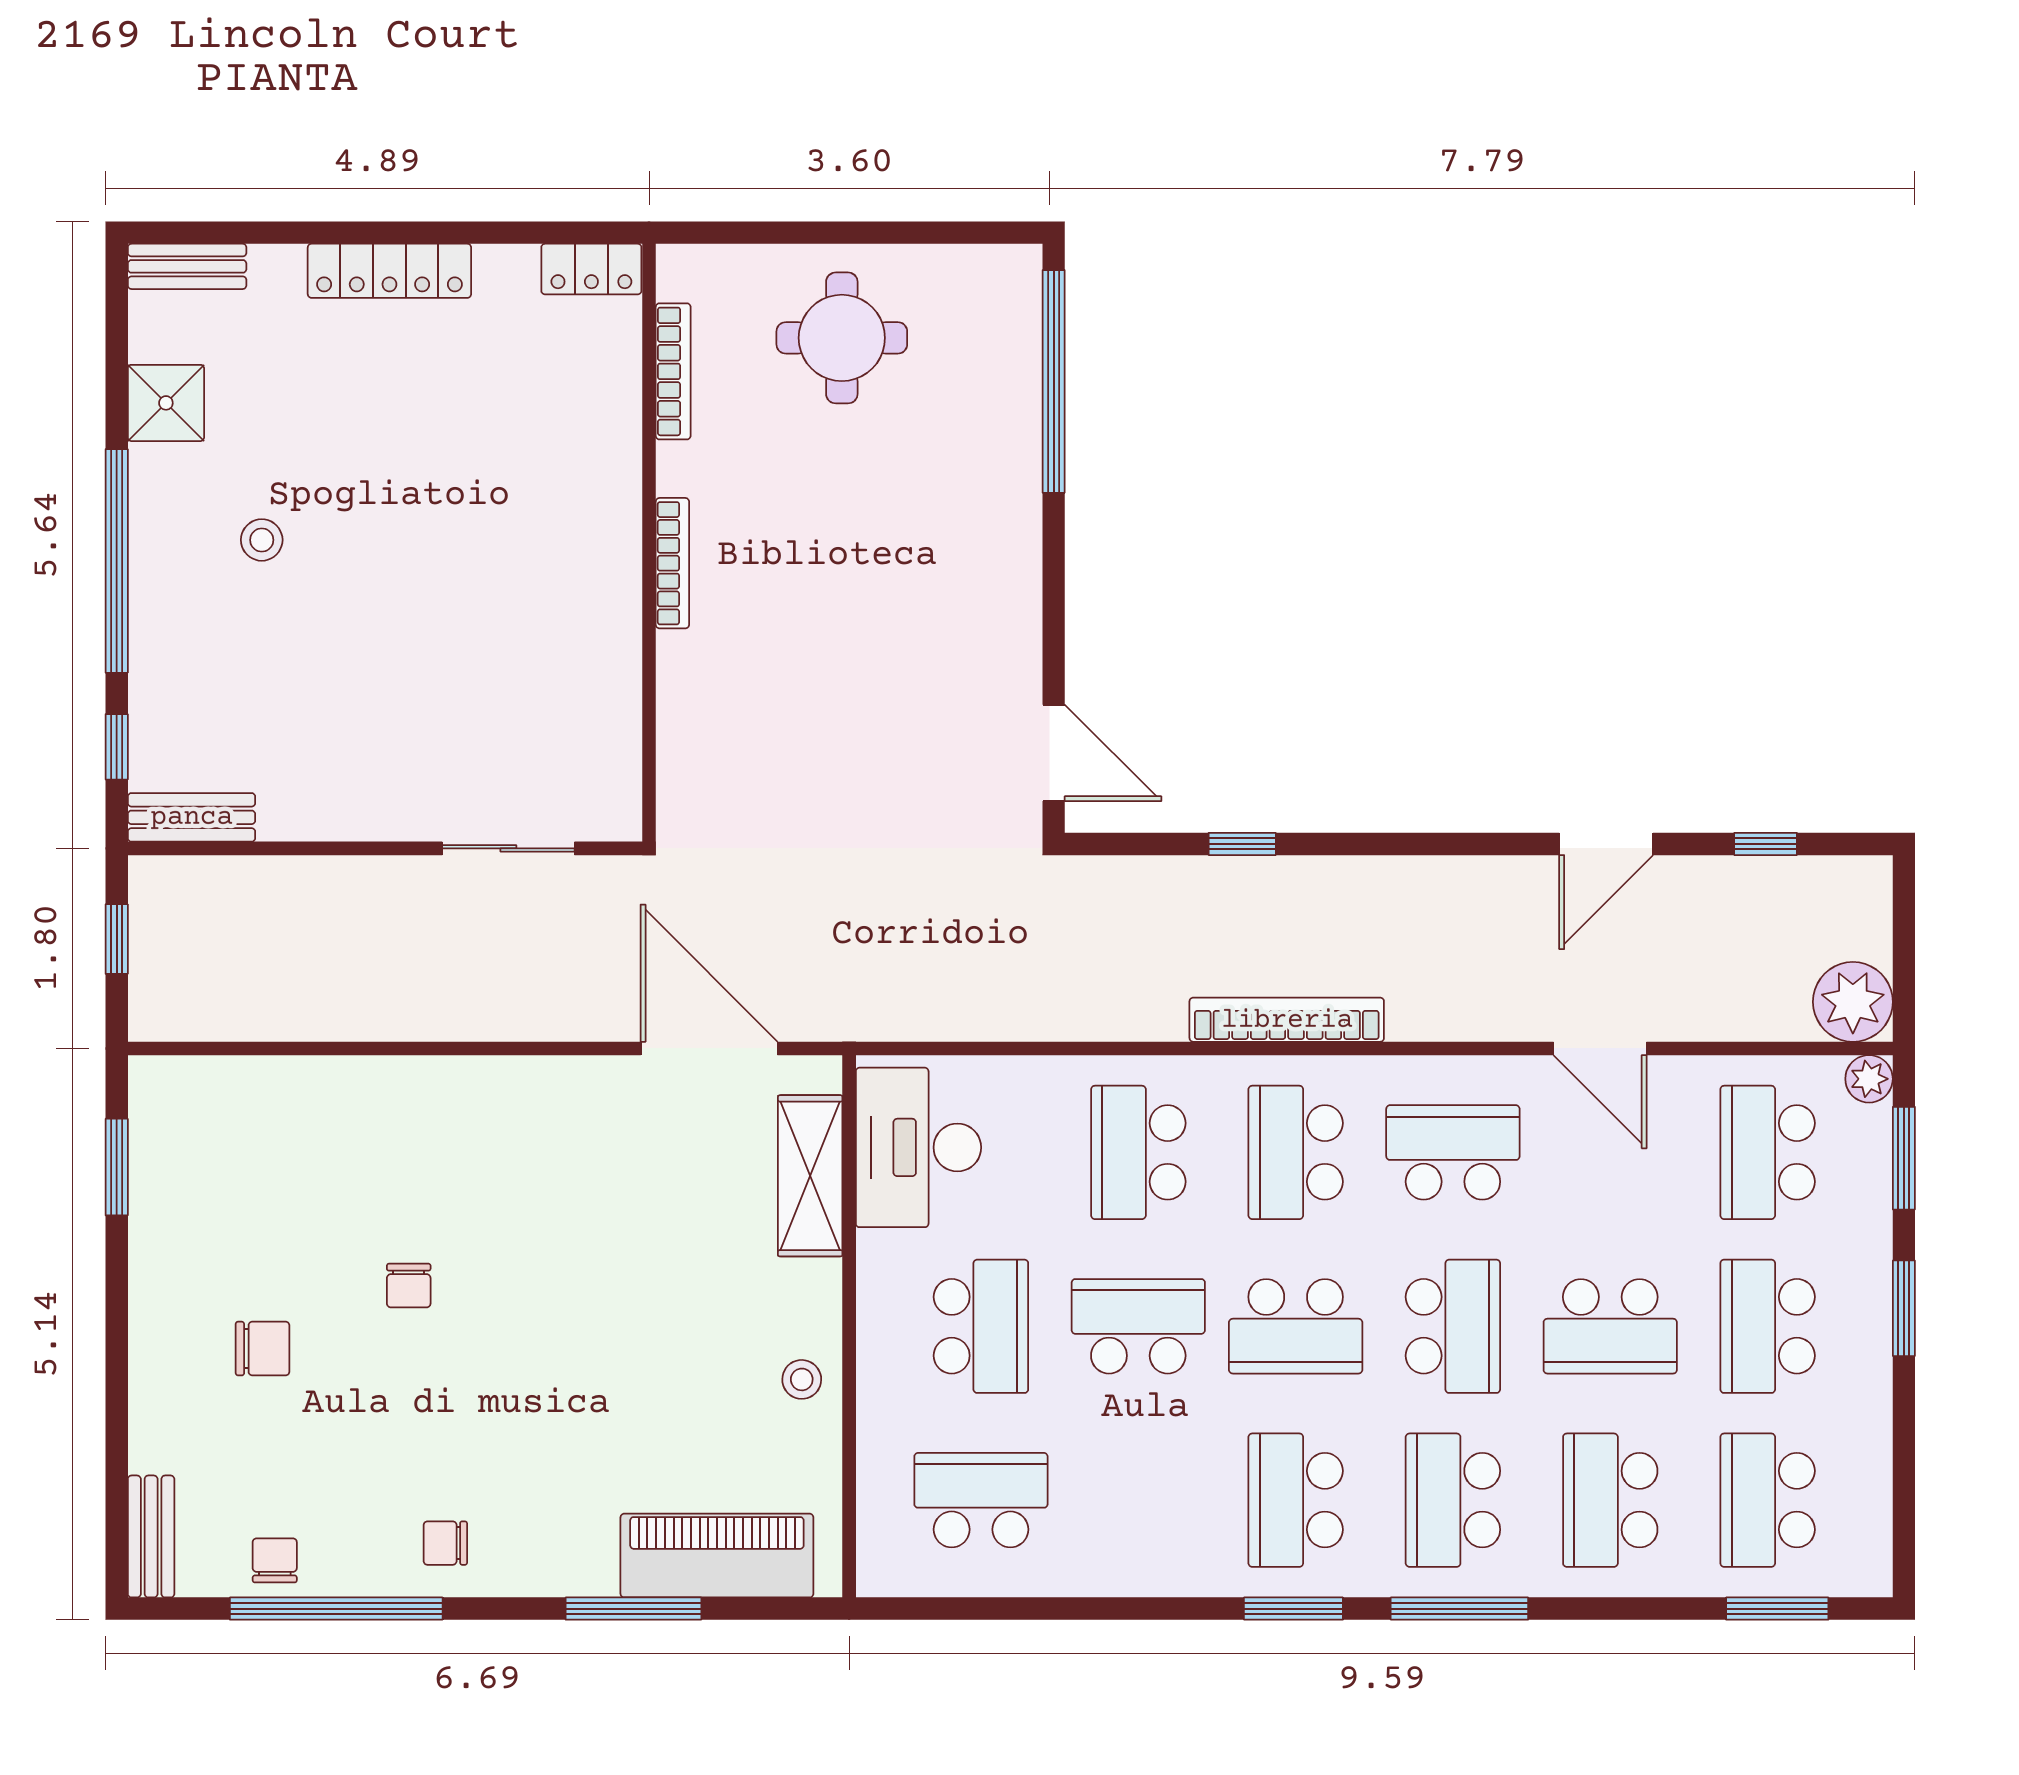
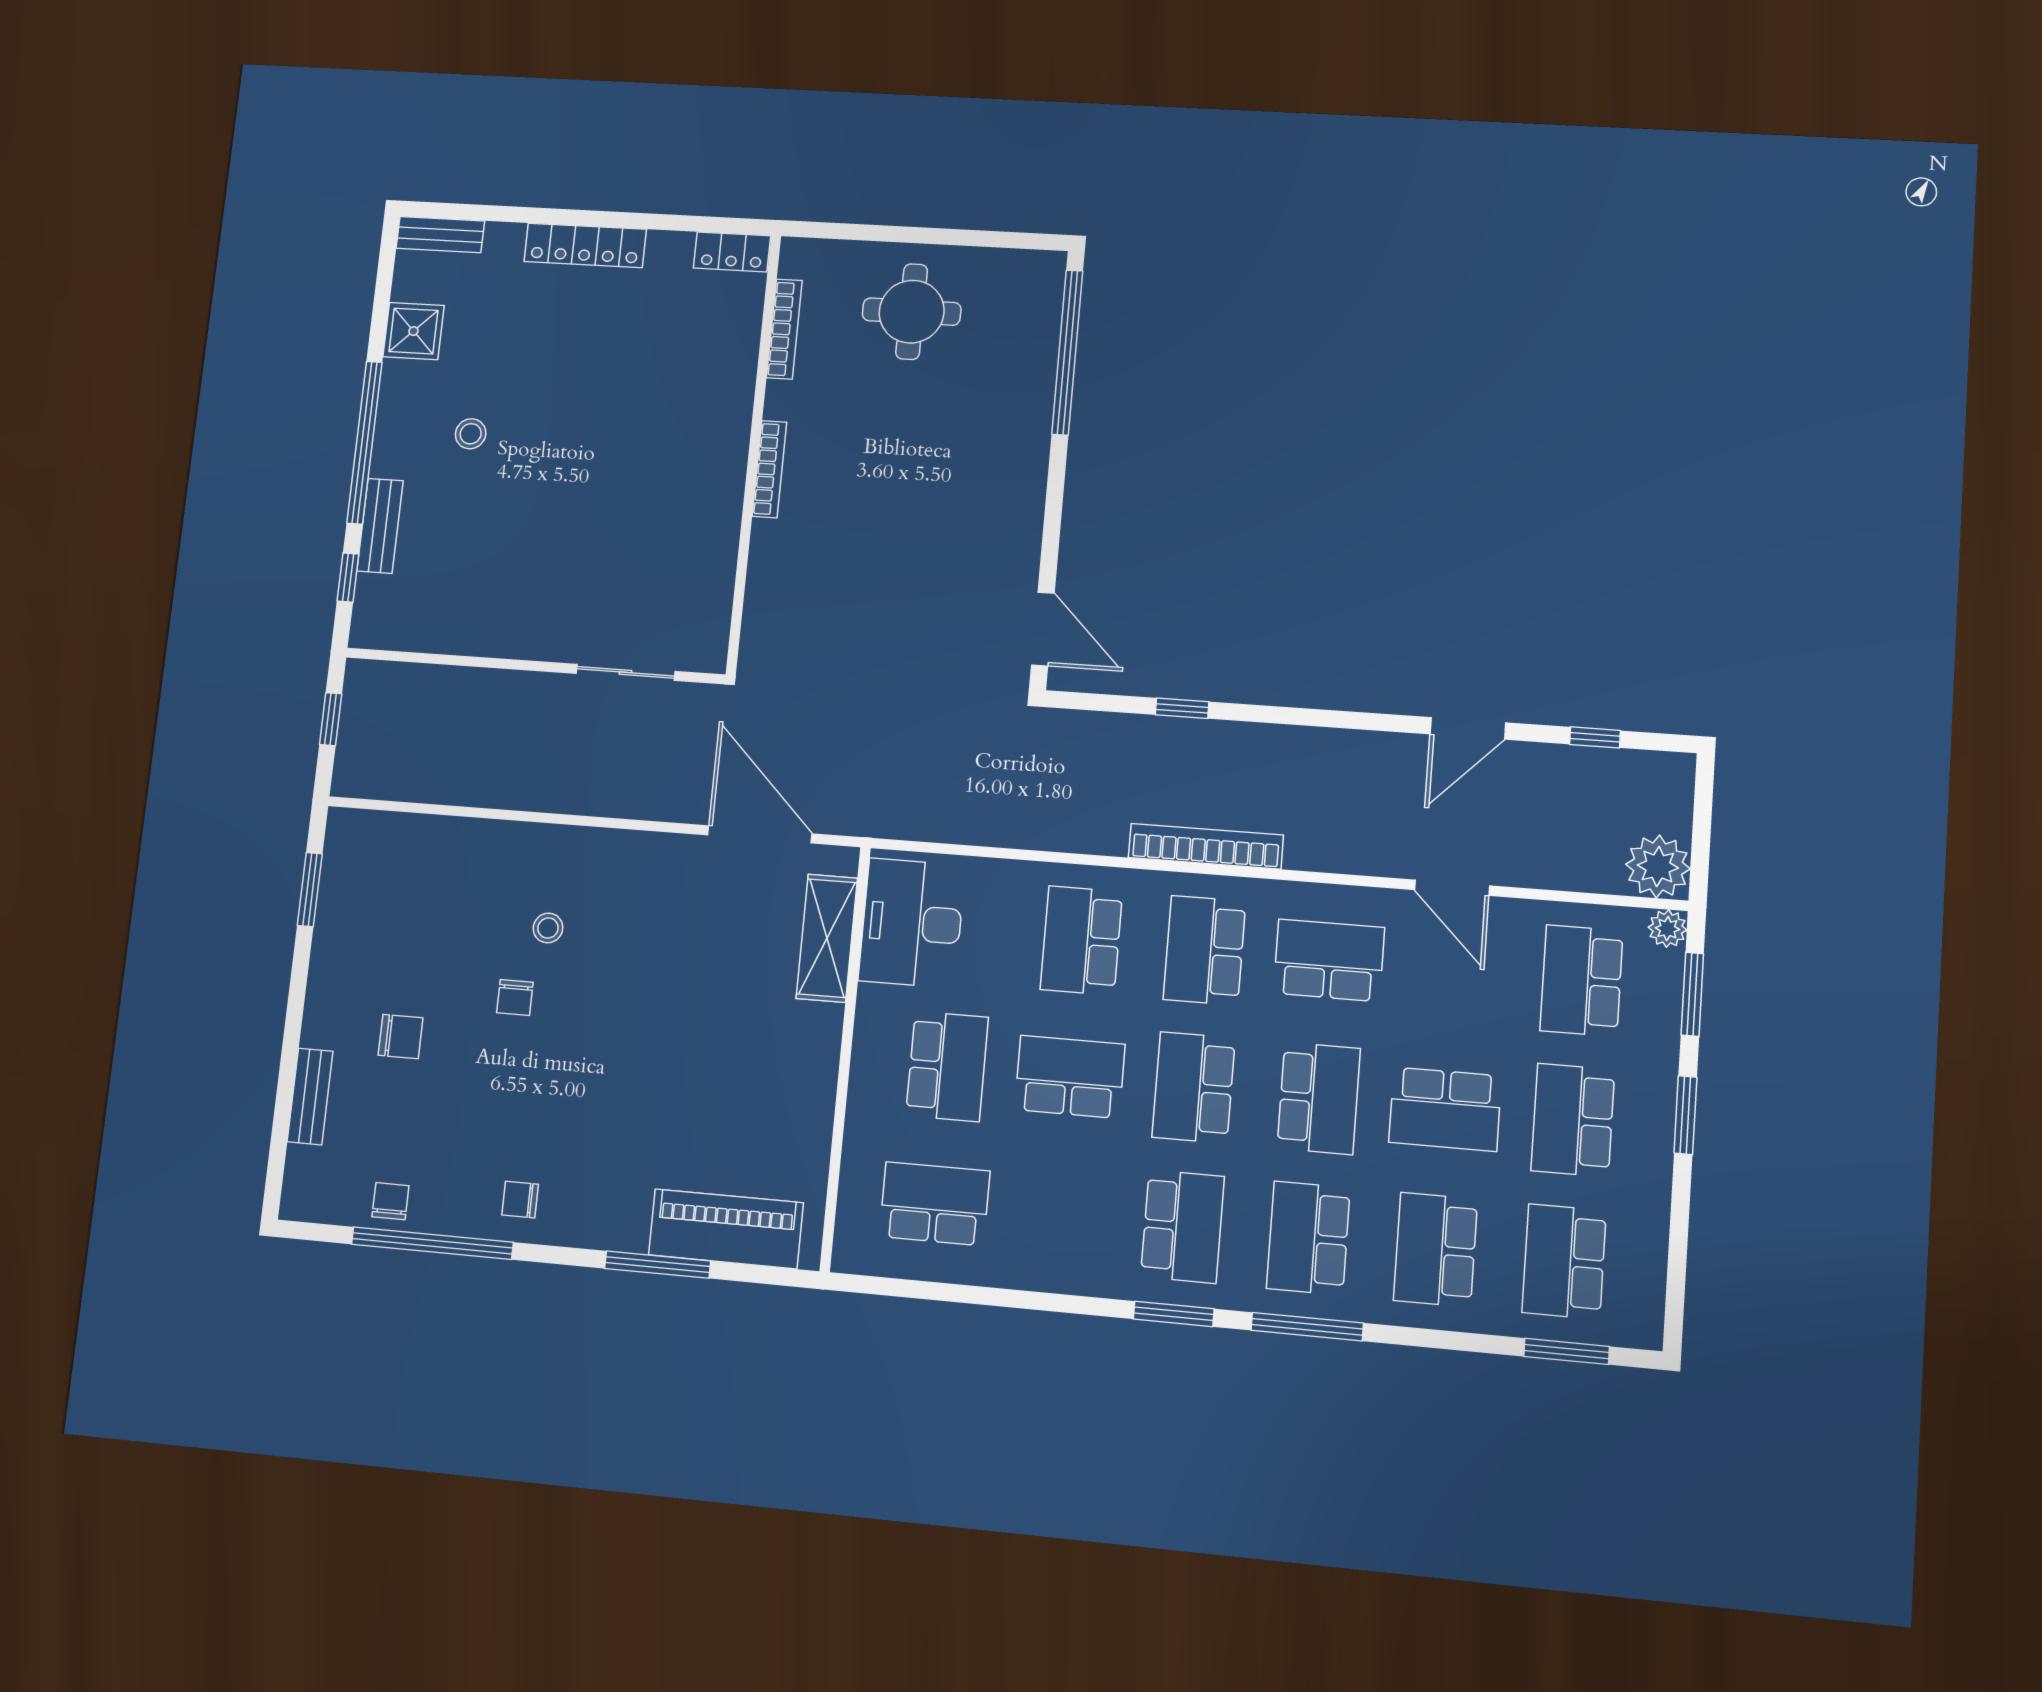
bench: (192, 817) -> (380, 526), moved, turned 90
school desk: (1296, 1326) -> (1194, 1088), turned 90
stool: (802, 1379) -> (548, 928), moved
school desk: (1296, 1500) -> (1182, 1227), turned 180
bench: (151, 1536) -> (310, 1096), moved

